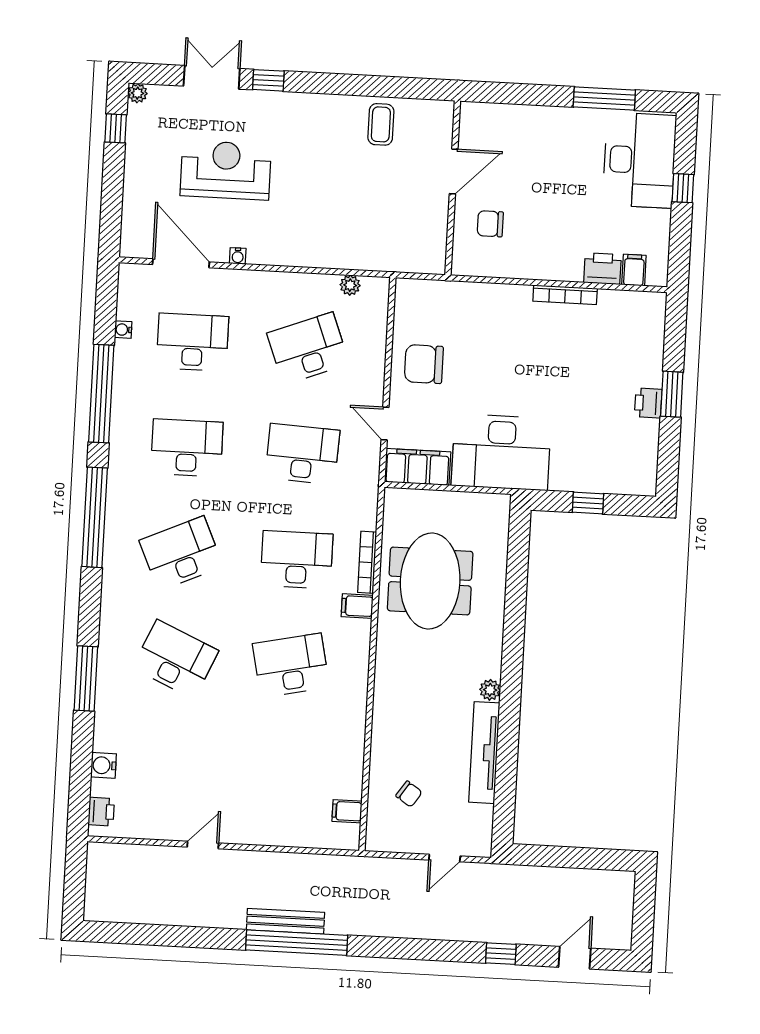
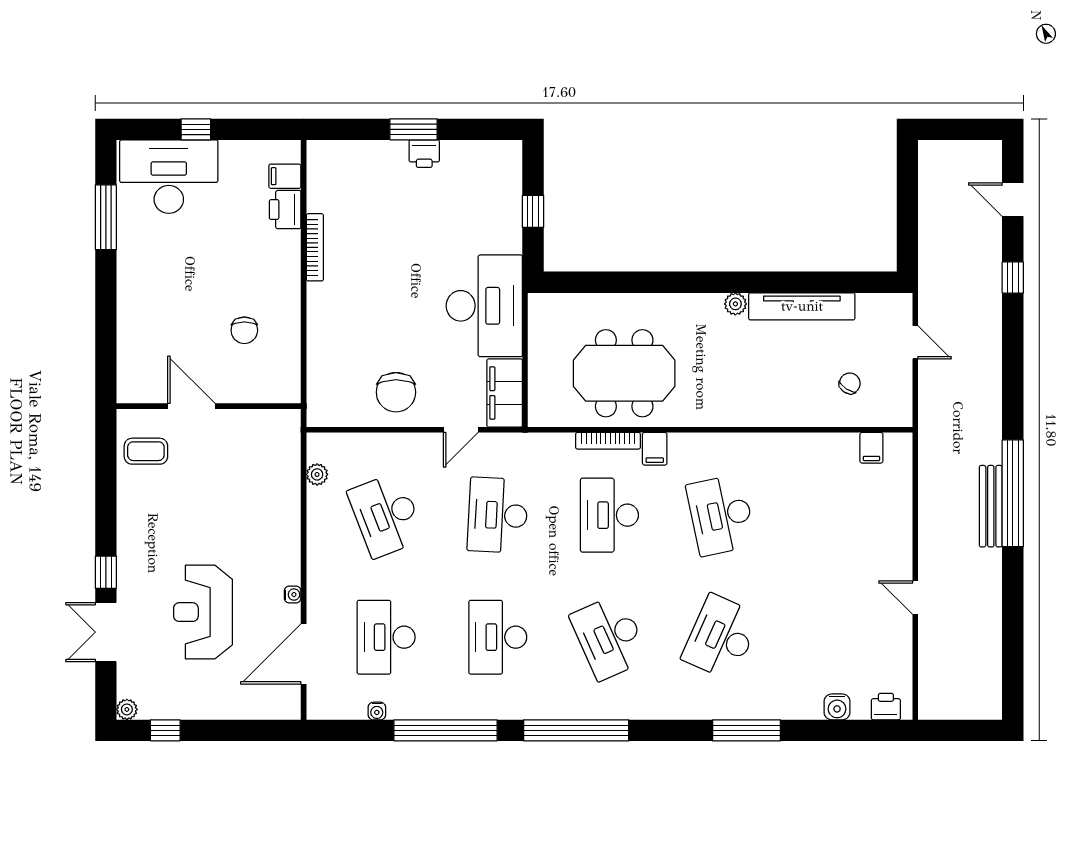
door: (454, 172) -> (191, 406), moved
wall: (453, 188) -> (209, 406), moved

